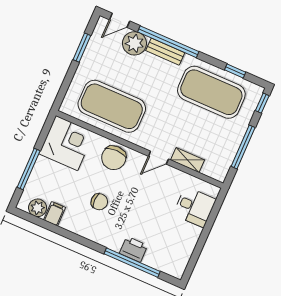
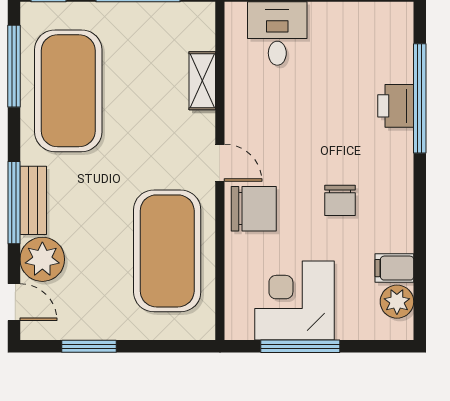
window: (168, 42) -> (14, 203), width x0.68
window: (235, 71) -> (14, 66), width x2.17
corner desk: (67, 143) -> (294, 301), moved
door: (158, 158) -> (220, 163), moved
window: (29, 169) -> (300, 346), moved
chair: (99, 202) -> (340, 200), turned 180

